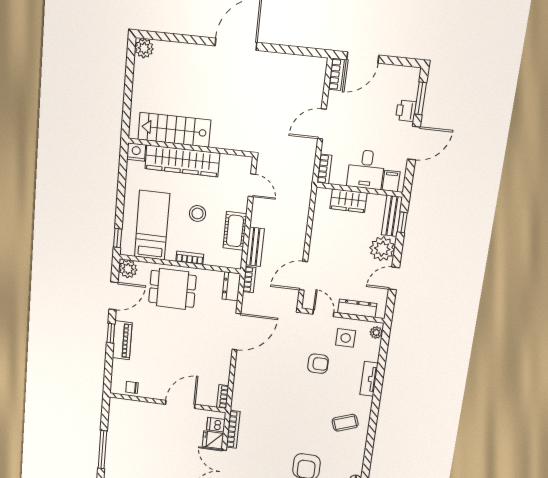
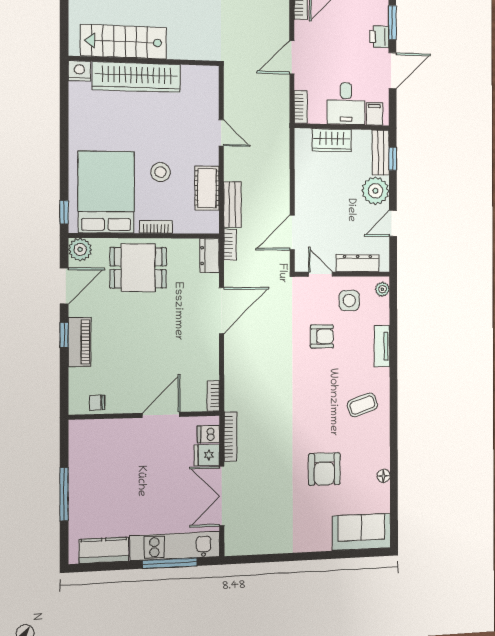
stairs: (174, 130) -> (124, 42), moved
wall: (190, 147) -> (145, 61), moved
nightstand: (136, 152) -> (79, 71), moved
wardrobe: (182, 161) -> (136, 77), moved
bed: (152, 225) -> (106, 192), width x1.50

